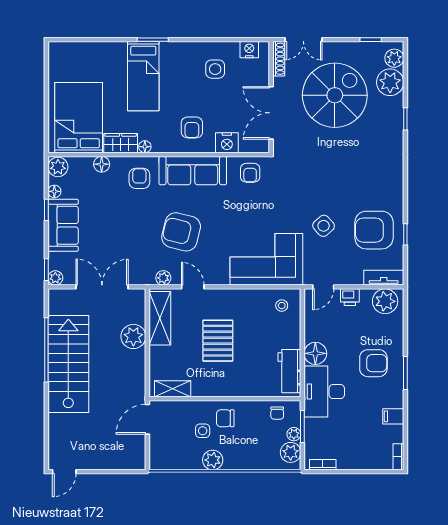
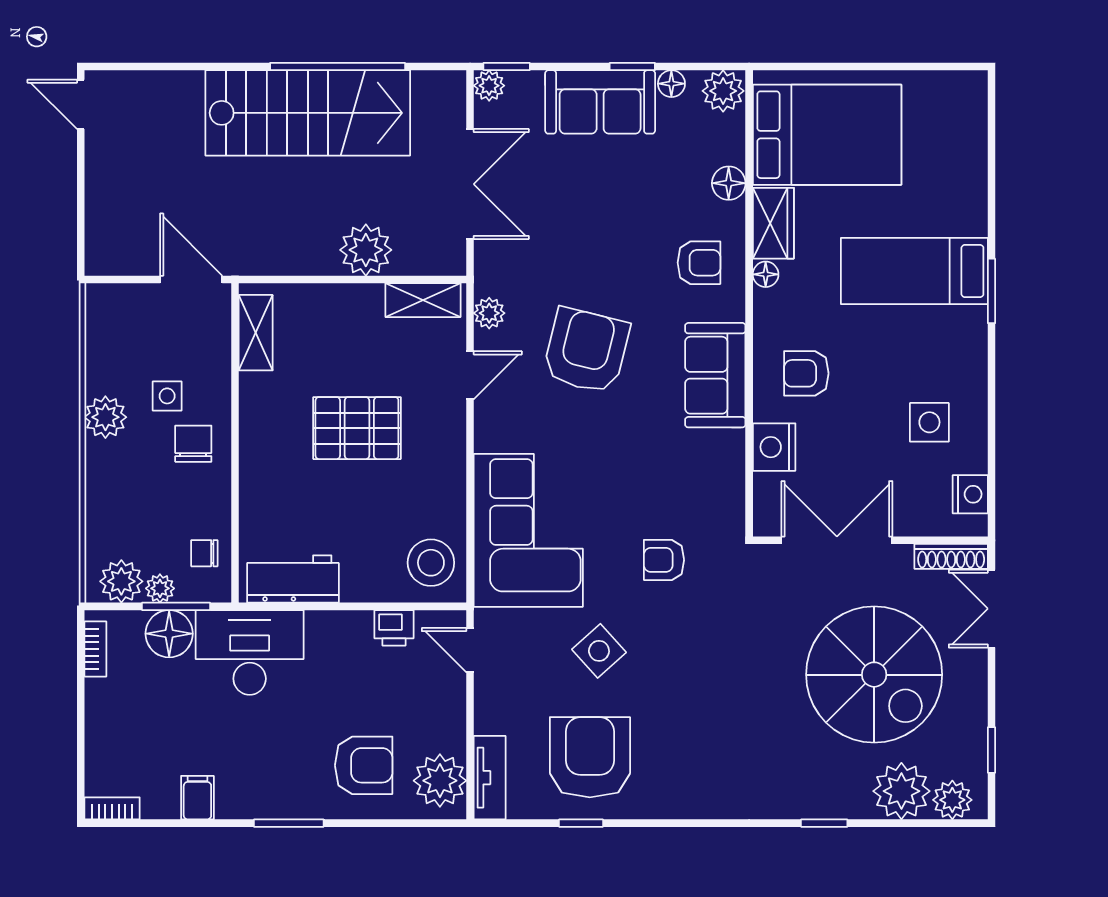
sofa: (193, 171) -> (715, 375), width x0.73
armchair: (250, 173) -> (664, 560), moved
printer: (350, 297) -> (394, 628), moved, turned -90
stool: (282, 306) -> (431, 563), width x1.89, depth x1.89
shelving: (160, 318) -> (423, 300), width x0.67, depth x0.75
floor lamp: (315, 353) -> (169, 634), moved
armchair: (373, 363) -> (364, 765), moved, turned -90

